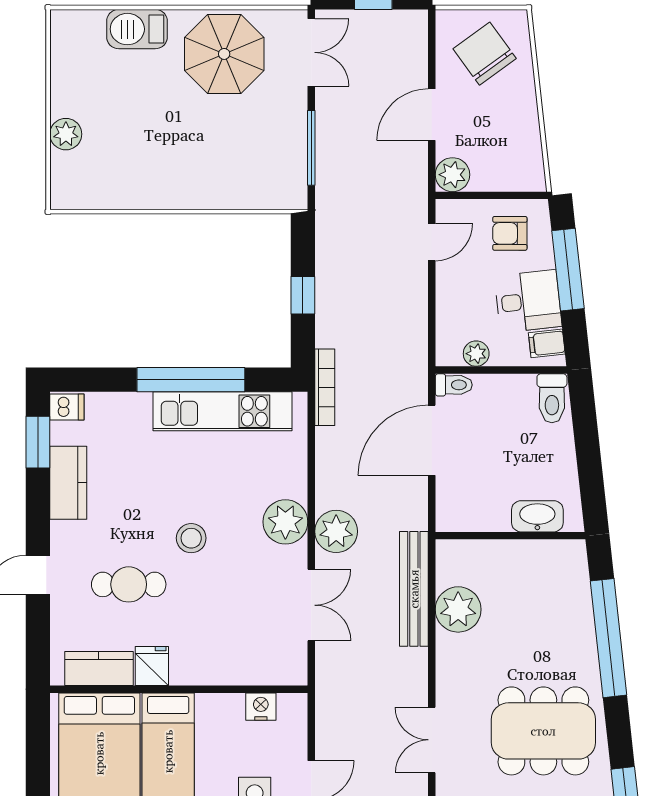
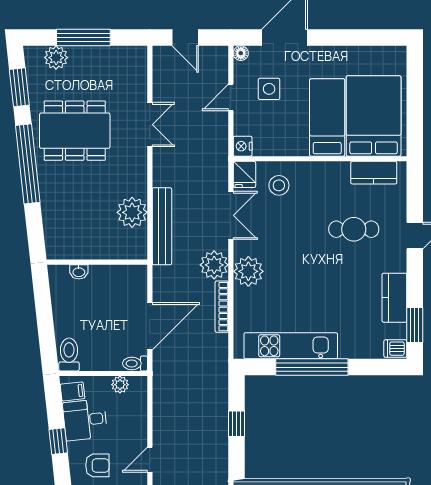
window: (568, 270) -> (58, 441), width x0.46
bookcase: (325, 387) -> (222, 307), moved
washbasin: (537, 516) -> (79, 272), width x0.52, depth x0.69
stool: (191, 538) -> (279, 185), moved
double door: (311, 605) -> (231, 215), swing flipped
window: (608, 638) -> (28, 164), moved
fridge: (152, 666) -> (244, 174), moved
nightstand: (261, 707) -> (243, 146), moved, turned 90

